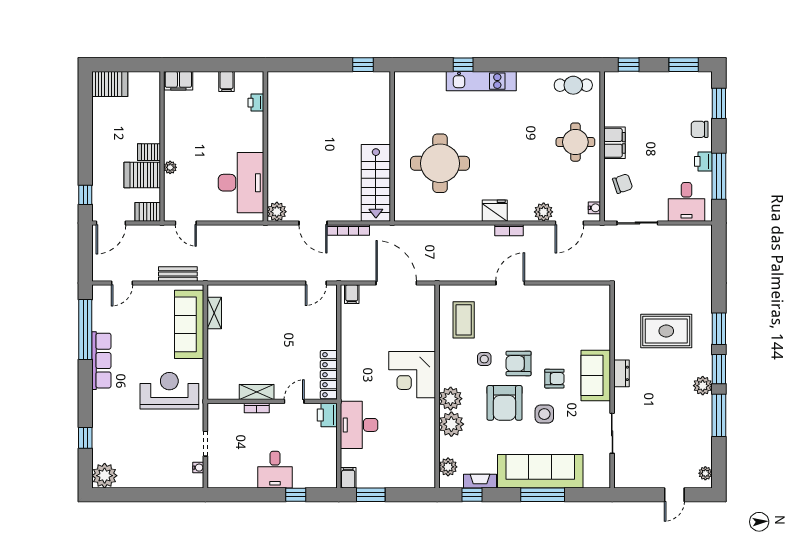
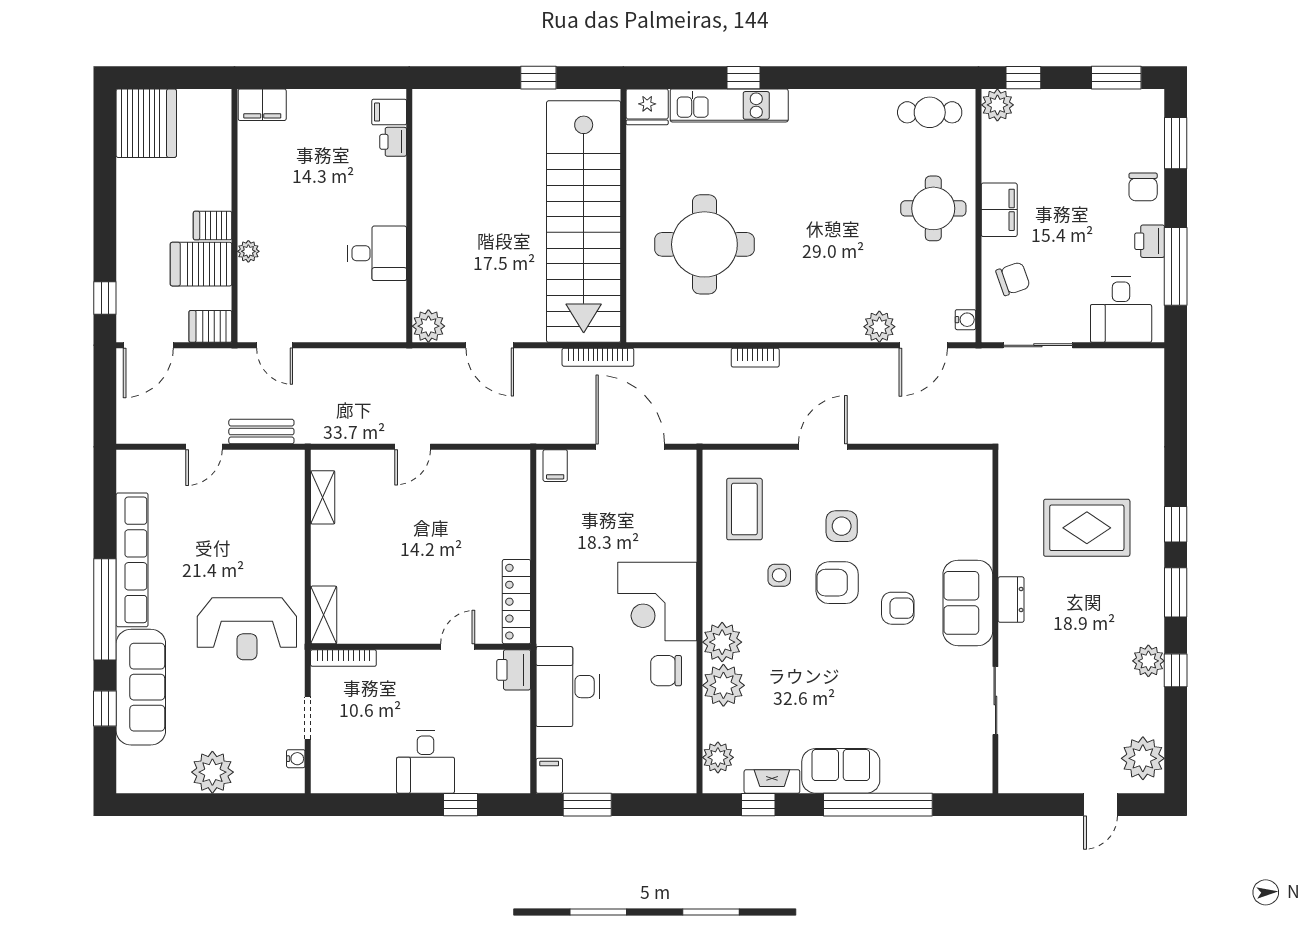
window: (363, 65) -> (538, 78), moved
filing cabinet: (226, 81) -> (389, 112), moved, turned 90
kitchen unit: (481, 81) -> (729, 105), moved
plant: (613, 81) -> (997, 105), added
server rack: (110, 84) -> (146, 123), width x1.60
chair: (700, 129) -> (1143, 187), turned -90
desk: (241, 183) -> (377, 253), width x0.53, depth x0.77
stairs: (376, 183) -> (584, 222), width x1.86, depth x1.51
fridge: (495, 211) -> (647, 107), moved, turned 180
bookcase: (348, 230) -> (598, 357), moved
bookcase: (509, 230) -> (755, 358), moved
door: (122, 283) -> (204, 447), moved
door: (316, 283) -> (413, 447), moved
sofa: (189, 324) -> (141, 687), moved, turned 180
window: (719, 329) -> (1176, 524), width x0.67
window: (85, 330) -> (105, 609), moved
row of seats: (101, 361) -> (132, 560), width x1.36
plant: (703, 386) -> (1148, 661), moved
reception desk: (169, 391) -> (247, 629), turned 180
shelving: (257, 392) -> (324, 615), moved, turned 90
armchair: (505, 403) -> (813, 649), removed
bookcase: (257, 408) -> (343, 658), moved, width x1.56
side table: (544, 414) -> (842, 526), moved
chair: (417, 415) -> (666, 671), added
window: (719, 415) -> (1176, 670), width x0.46
sofa: (540, 471) -> (841, 771), width x0.54, depth x0.79
plant: (705, 473) -> (1143, 758), width x1.87, depth x1.87
plant: (105, 476) -> (212, 772), moved
window: (543, 495) -> (878, 805), width x1.46

